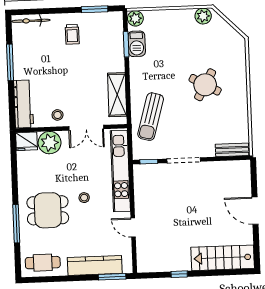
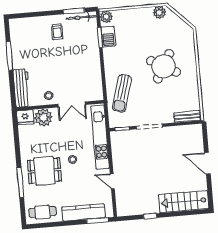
bicycle: (31, 21) -> (81, 18), moved
round table: (205, 85) -> (164, 66), width x1.36, depth x1.36
shelving: (117, 95) -> (95, 77), removed

